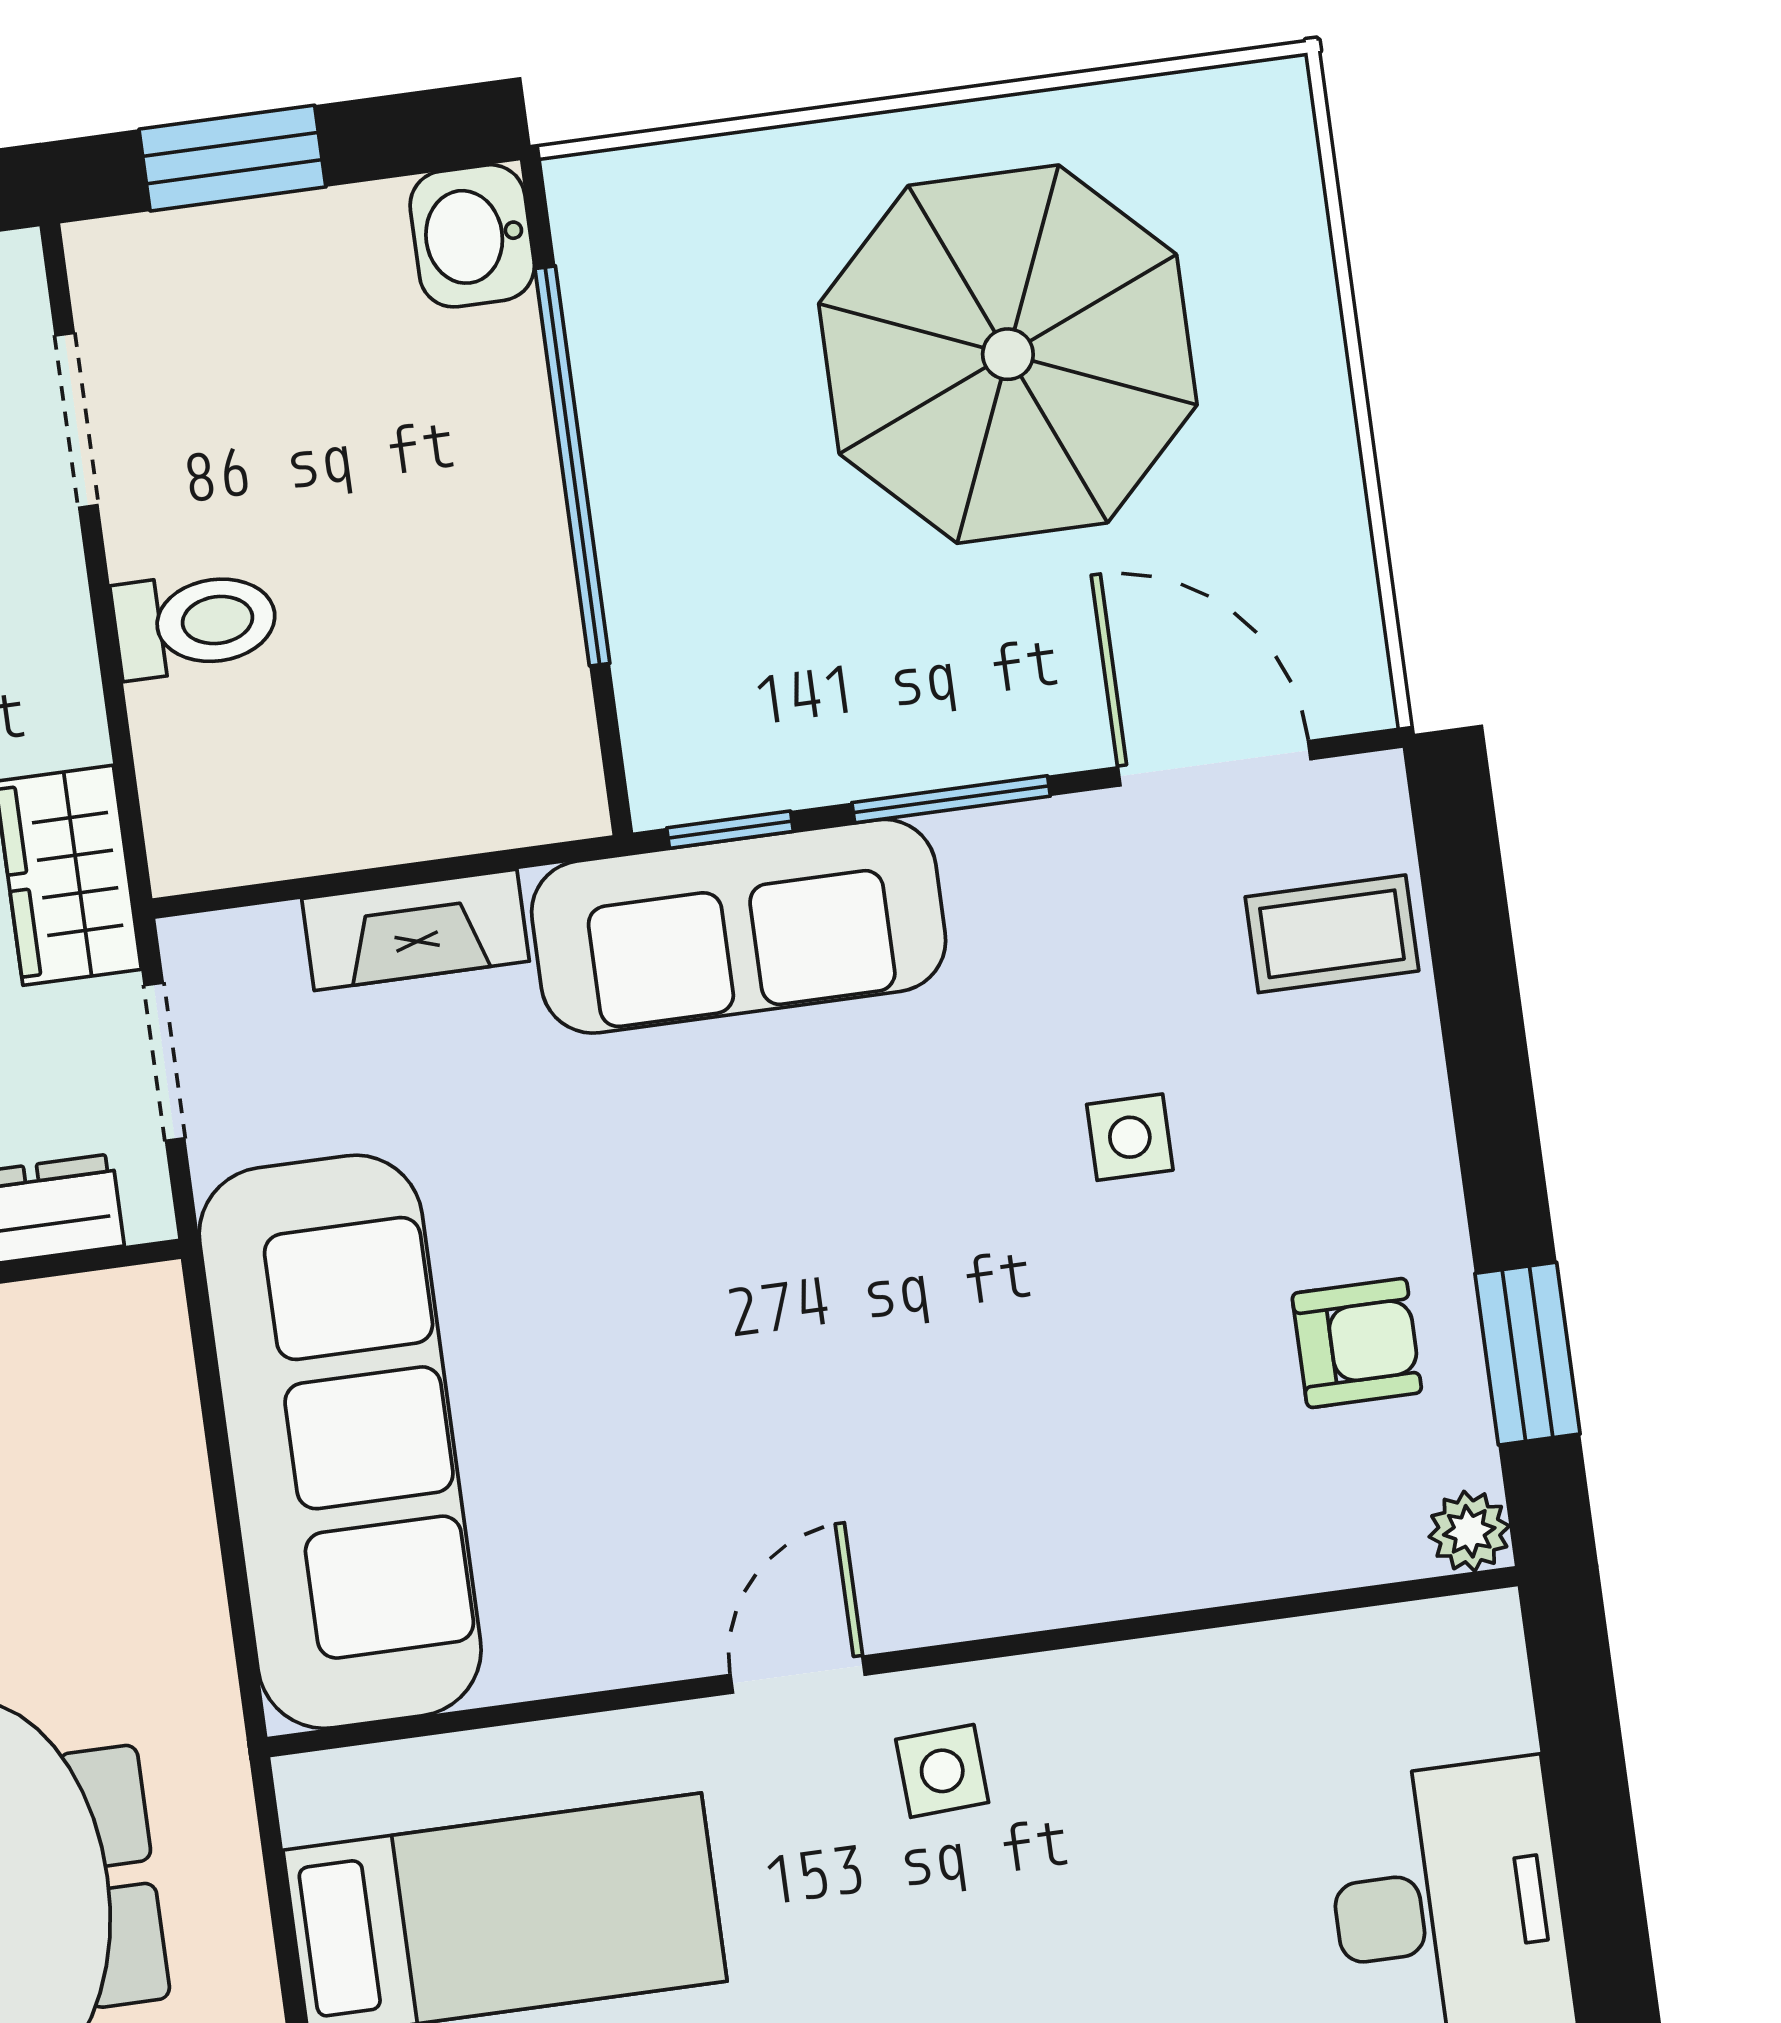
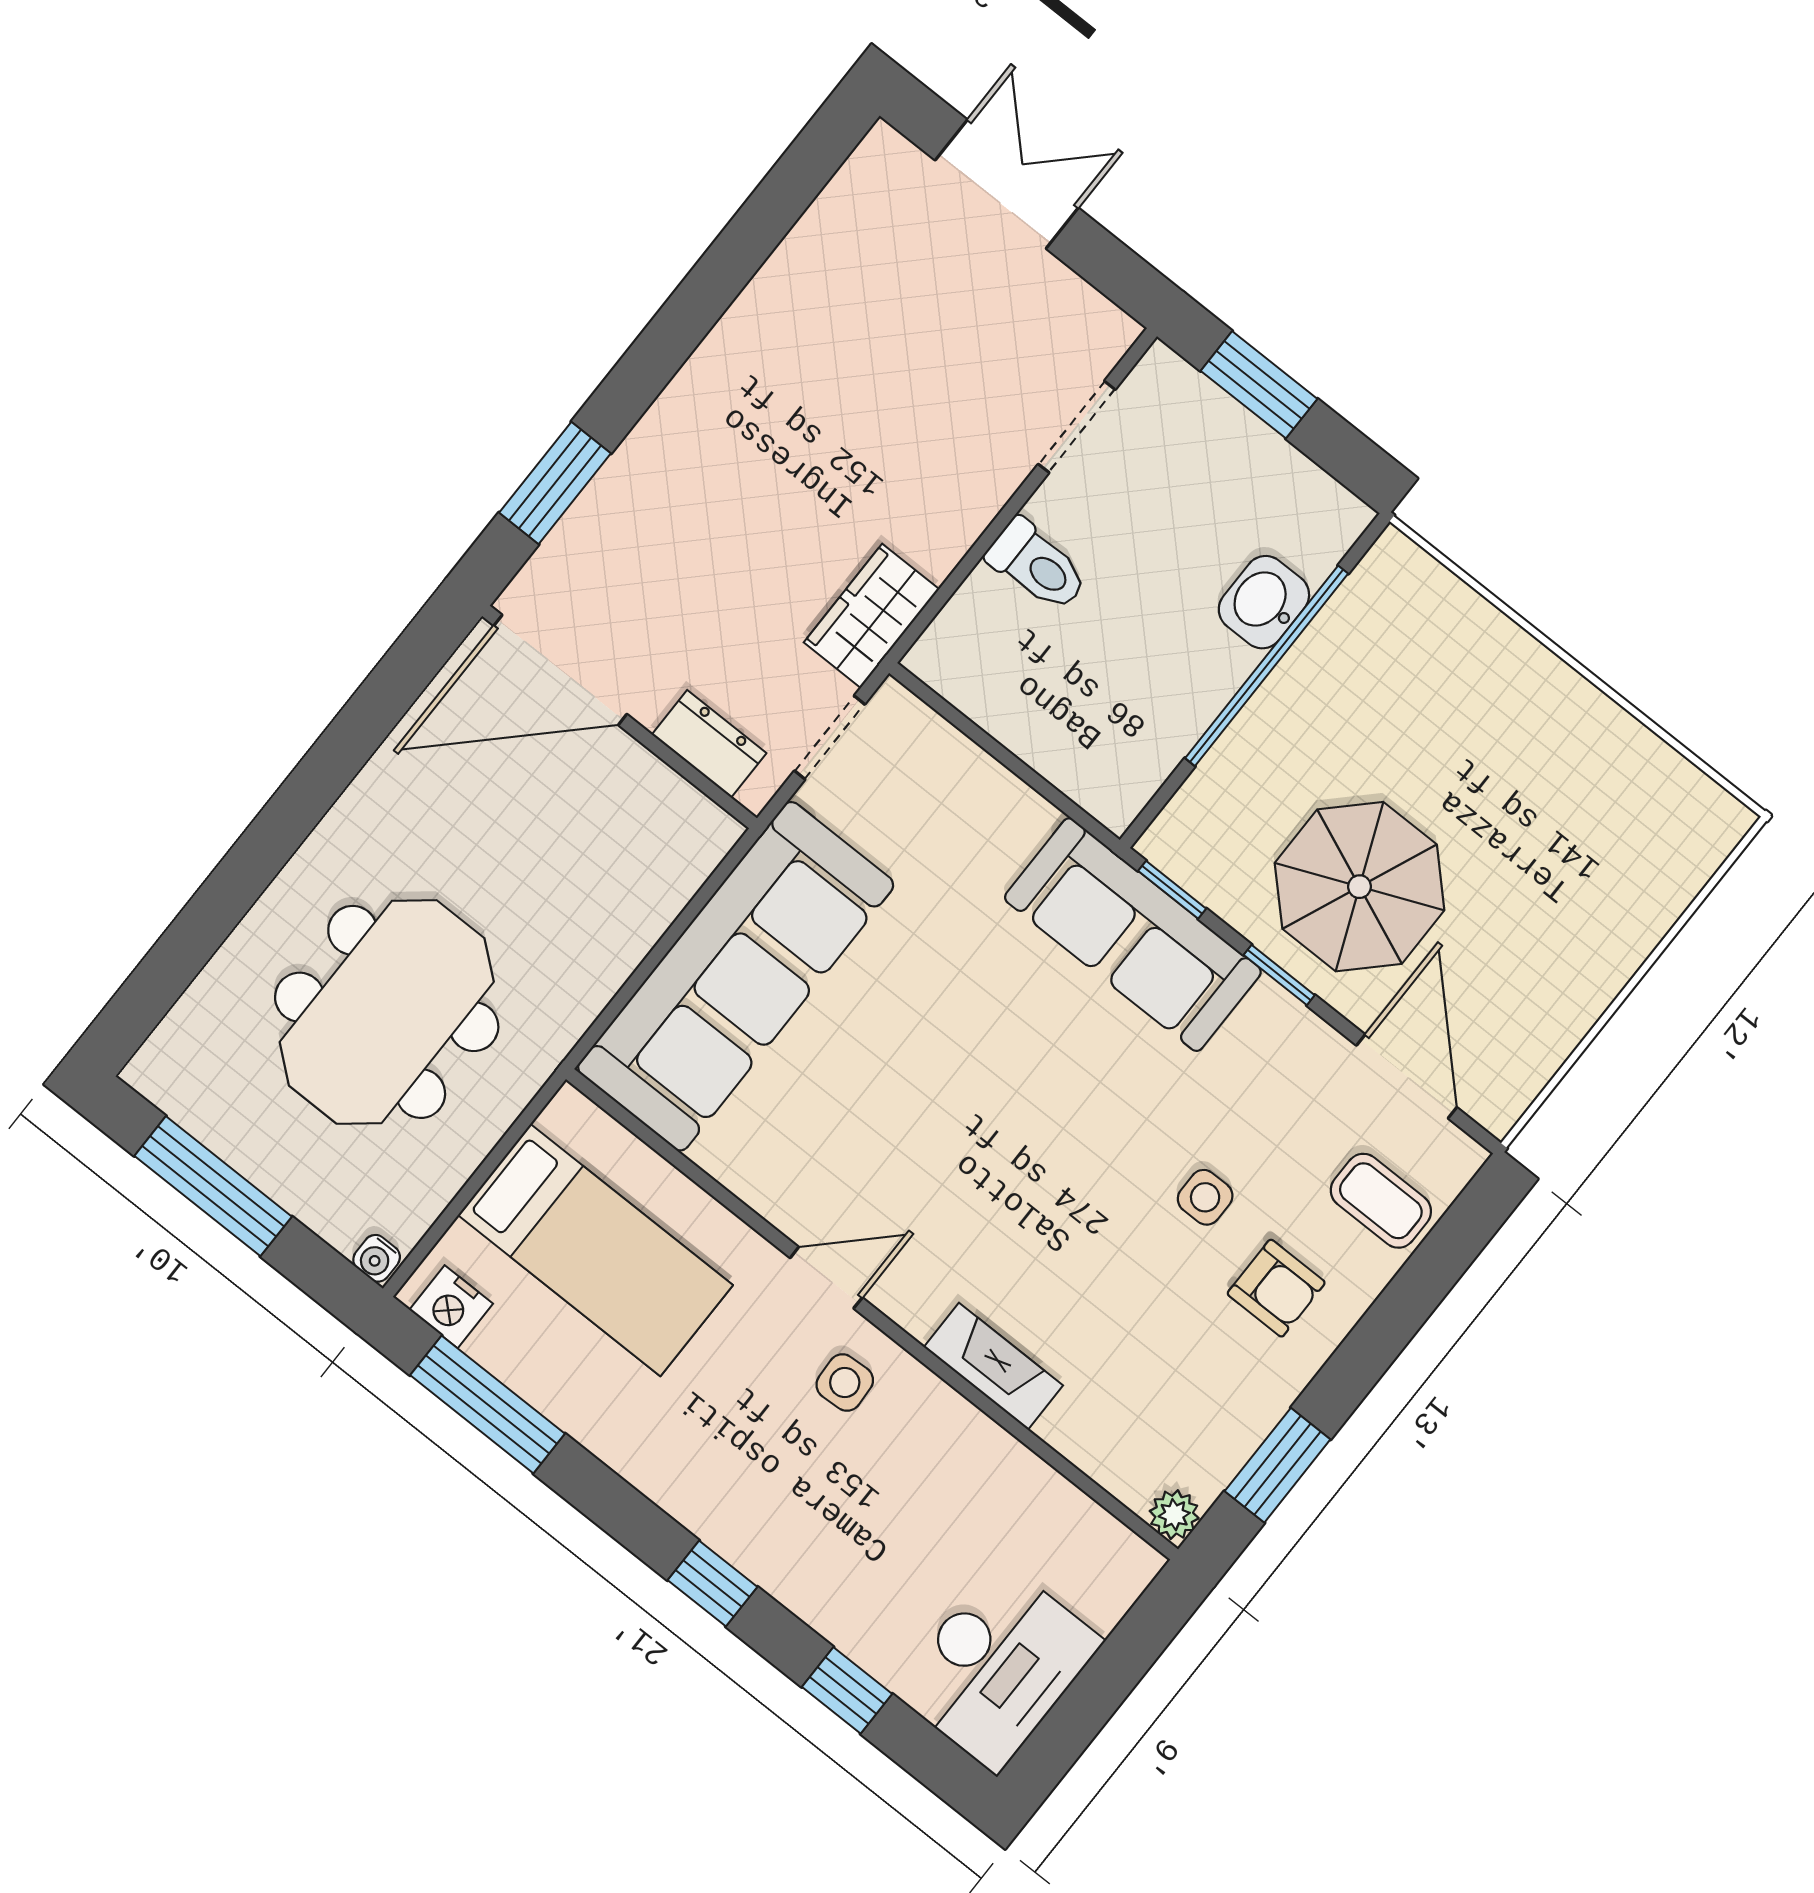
washbasin: (472, 236) -> (1264, 602), moved
parasol: (1008, 354) -> (1360, 887), moved, width x0.73, depth x0.73
window: (951, 799) -> (1279, 975), width x0.67
fireplace: (416, 930) -> (993, 1366), moved, turned 180
armchair: (1357, 1343) -> (1276, 1288), moved

